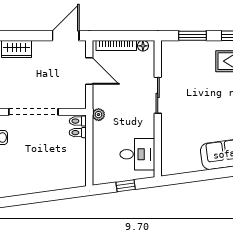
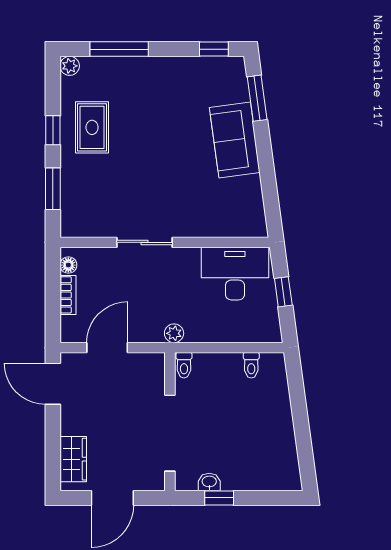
bookcase: (116, 45) -> (68, 295), width x0.64
toilet: (78, 133) -> (251, 365), moved
desk: (137, 154) -> (235, 274), width x1.37

